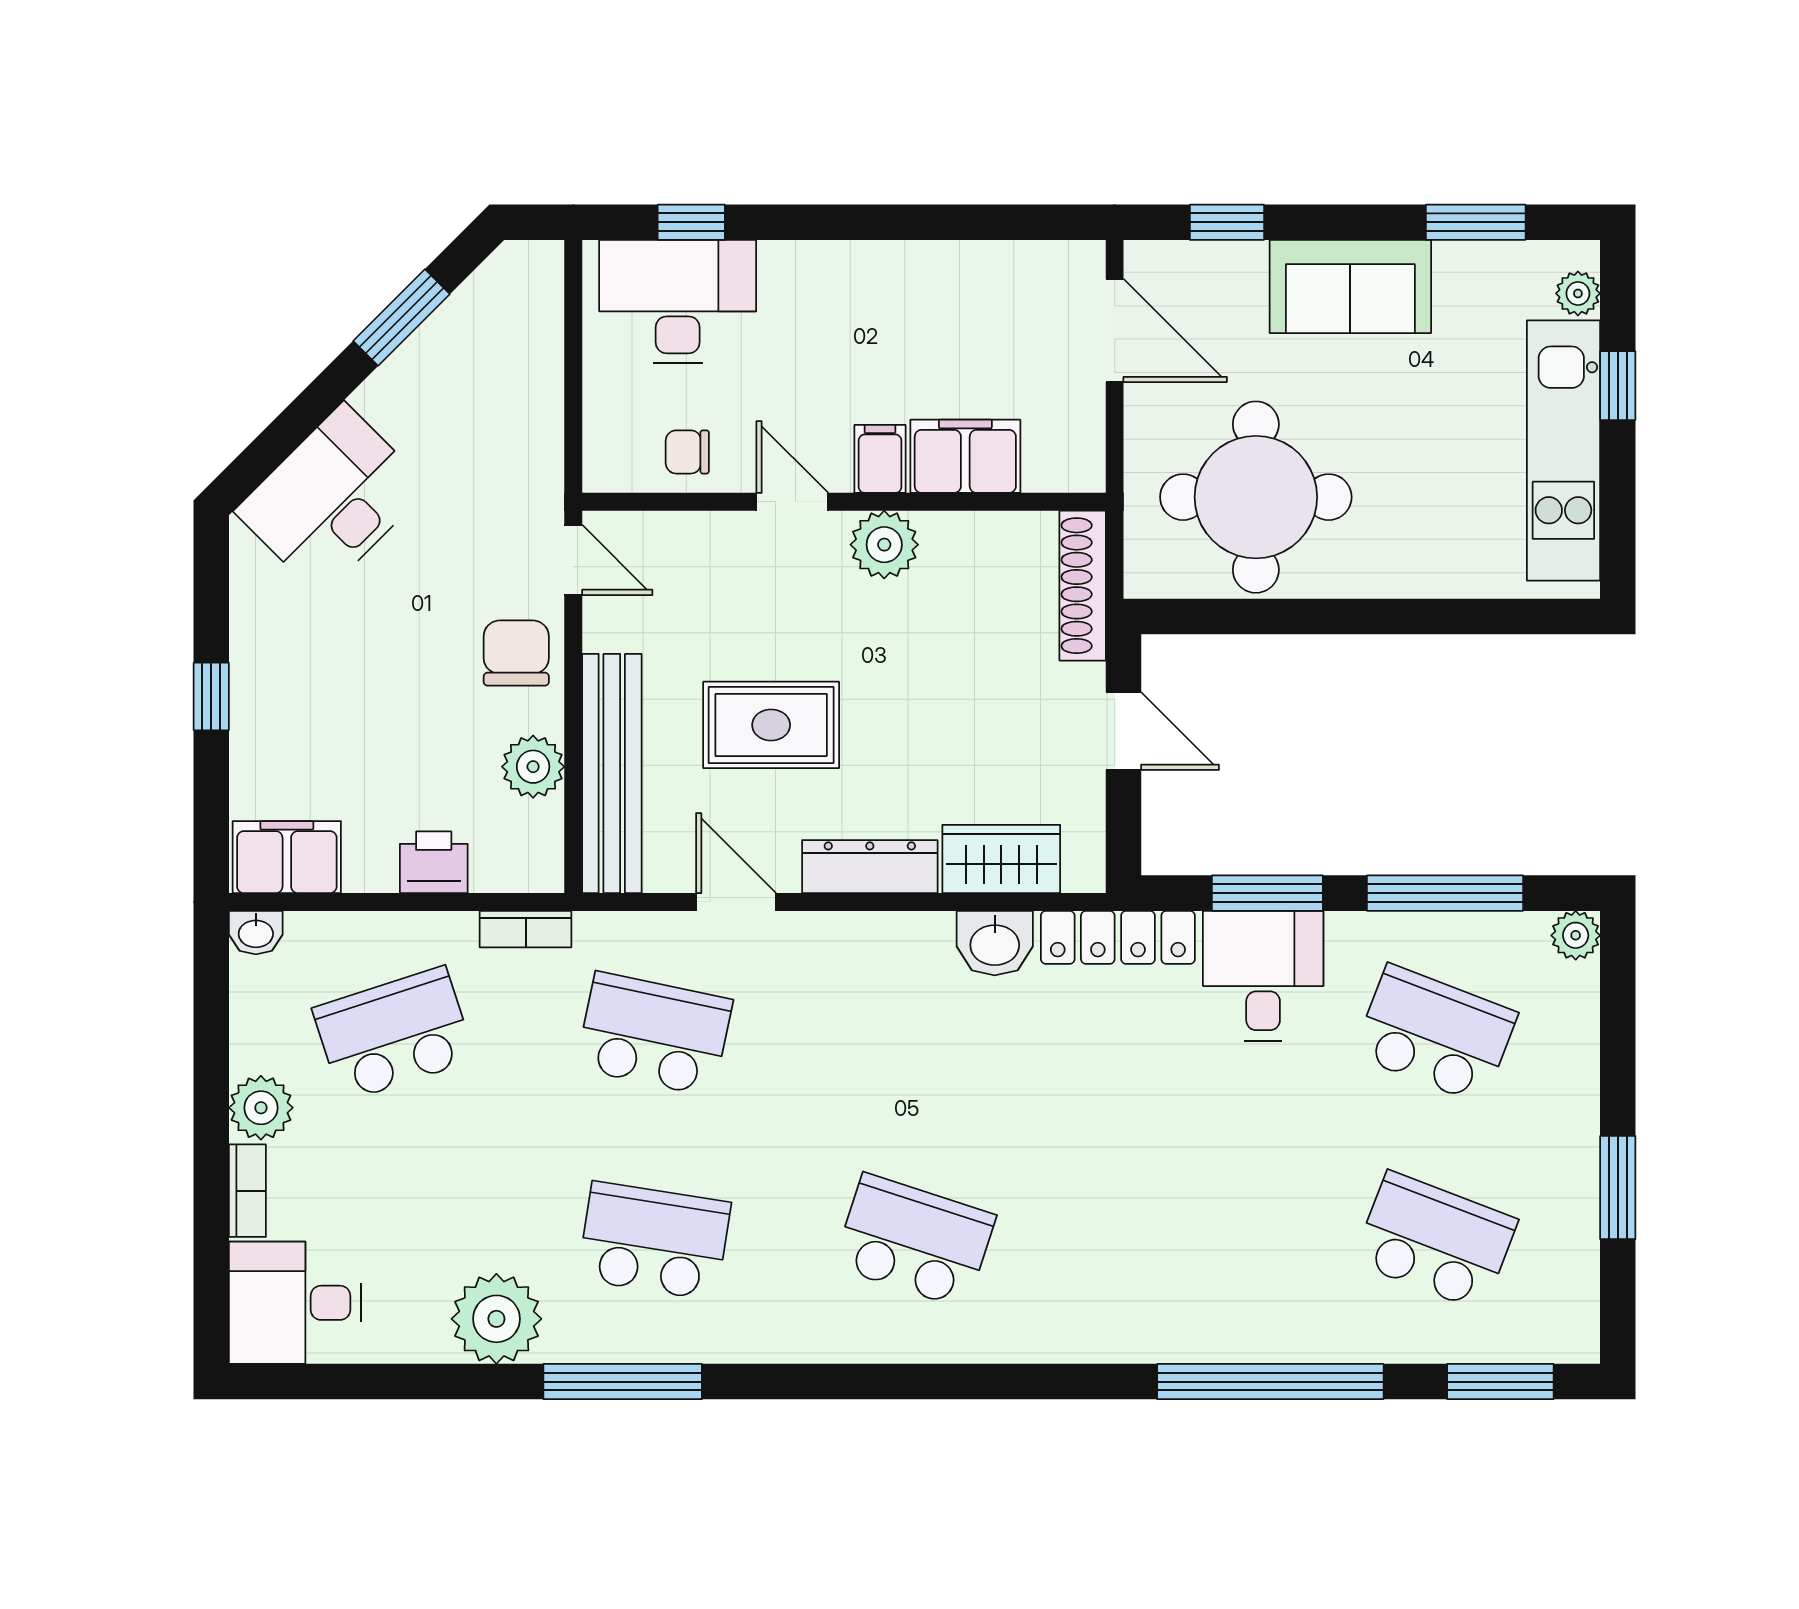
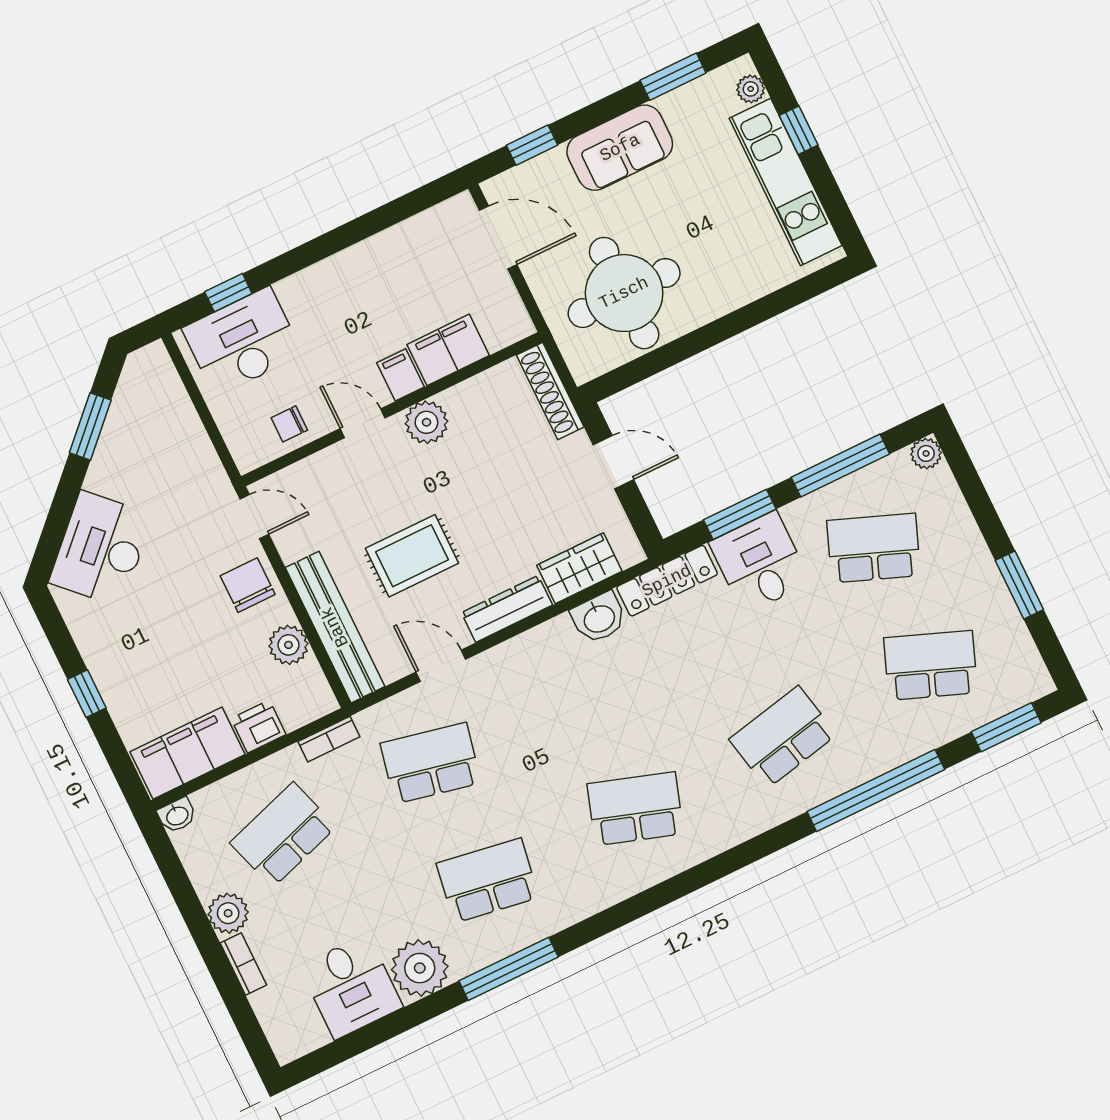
filing cabinet: (287, 857) -> (187, 753), width x1.50, depth x1.17
school desk: (1175, 1241) -> (783, 737), added
desk: (295, 1303) -> (351, 987), moved, turned -90

